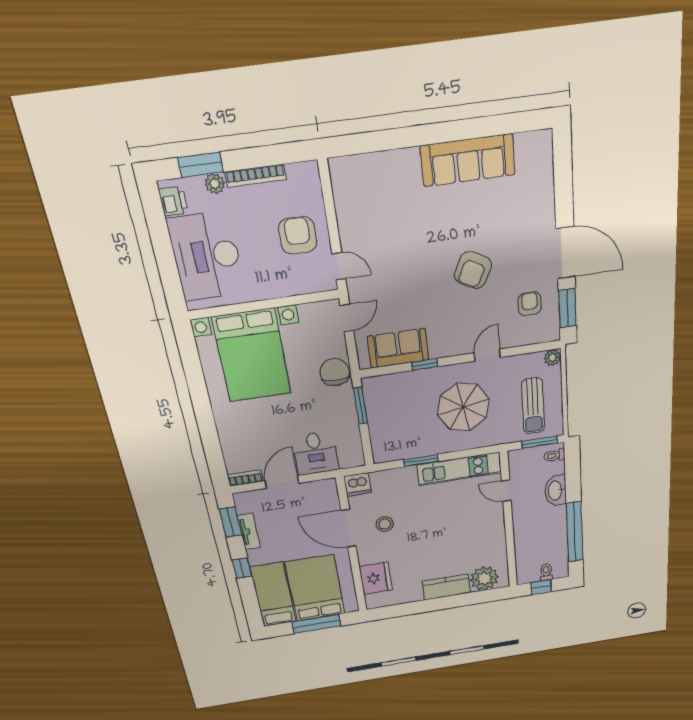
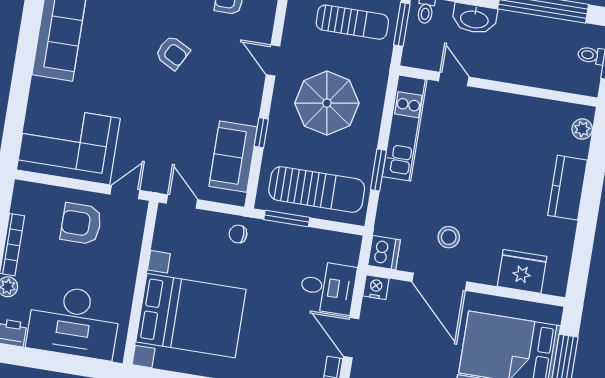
corner sofa: (366, 201) -> (68, 144), added
armchair: (473, 270) -> (172, 53), width x0.72, depth x0.72
chair: (335, 372) -> (238, 234), width x0.54, depth x0.54
sun lounger: (391, 421) -> (317, 189), added
nightstand: (328, 487) -> (376, 287), added
door: (506, 491) -> (454, 79), swing flipped
door: (349, 528) -> (439, 282), hinge flipped
plant: (484, 578) -> (582, 129), width x0.53, depth x0.53

